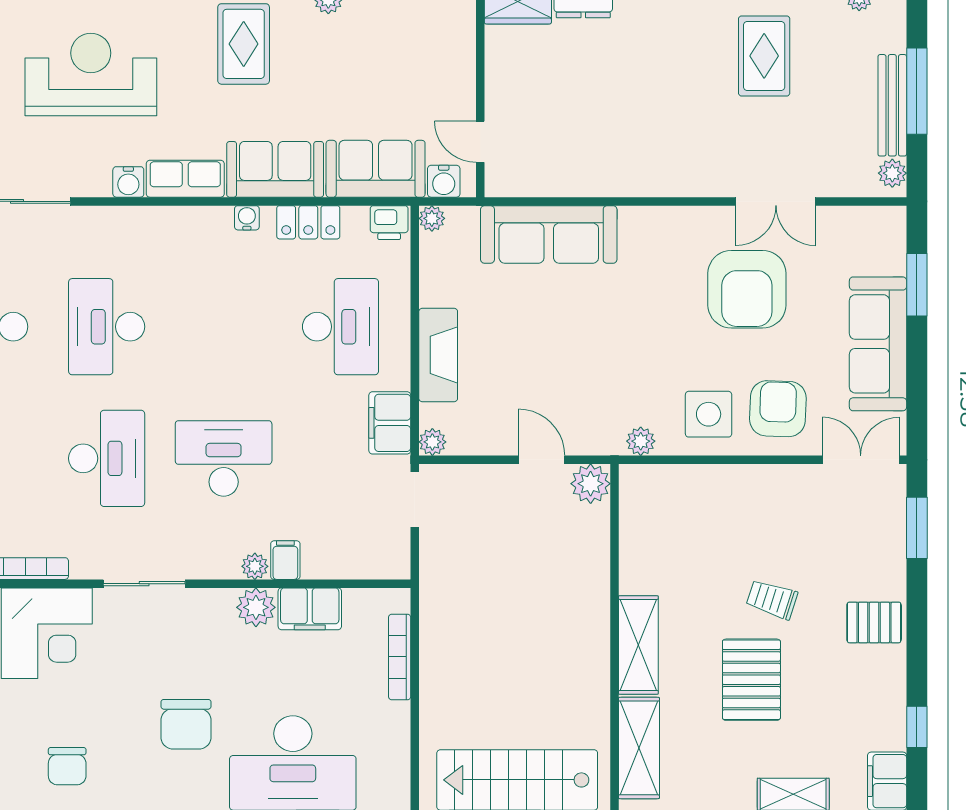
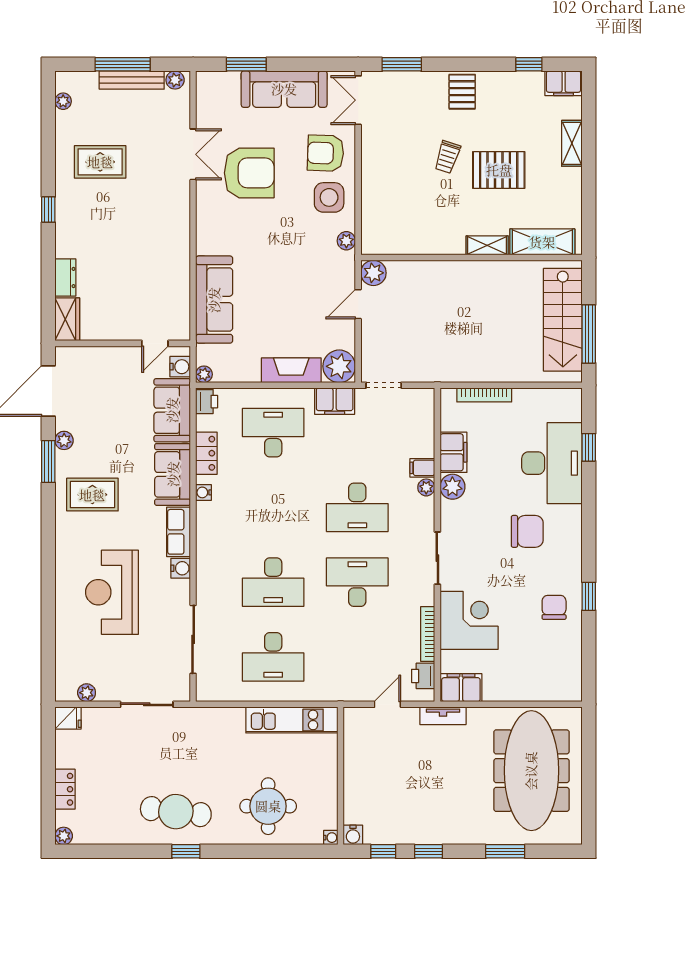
plant: (432, 442) -> (339, 366), width x1.88, depth x1.88
desk: (224, 458) -> (357, 507), turned -90
shelving: (638, 645) -> (487, 245), width x0.67, depth x0.75
chair: (67, 766) -> (554, 607), turned -90

